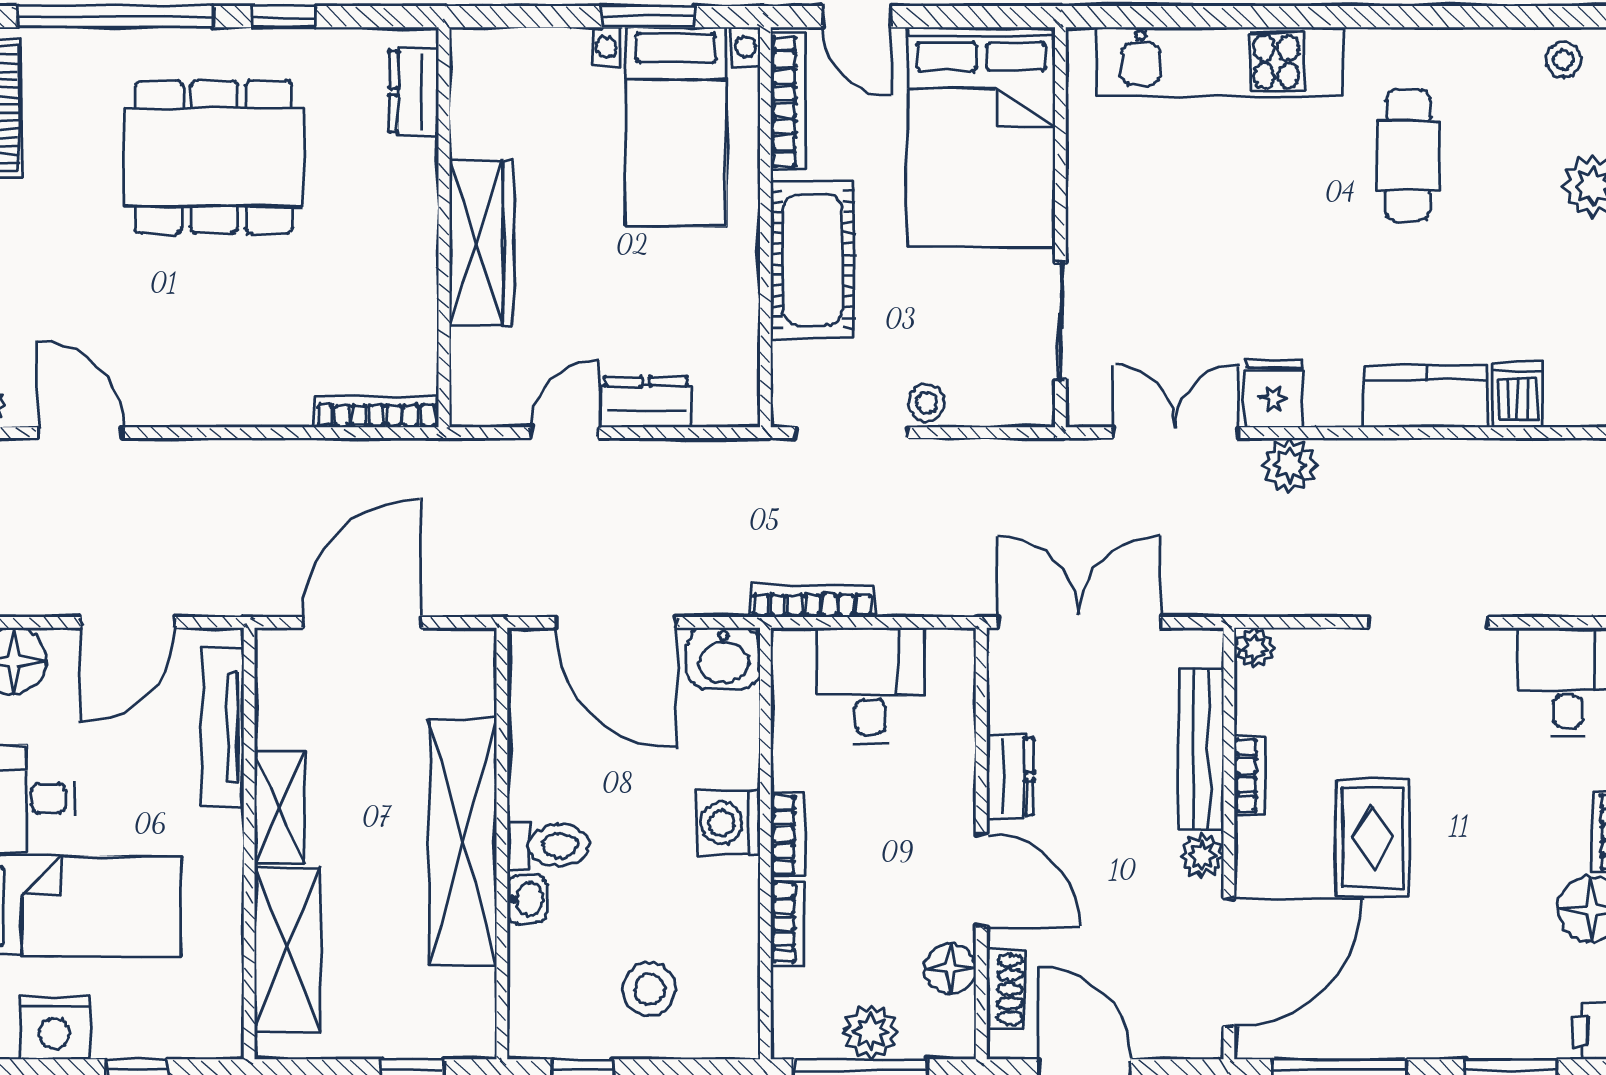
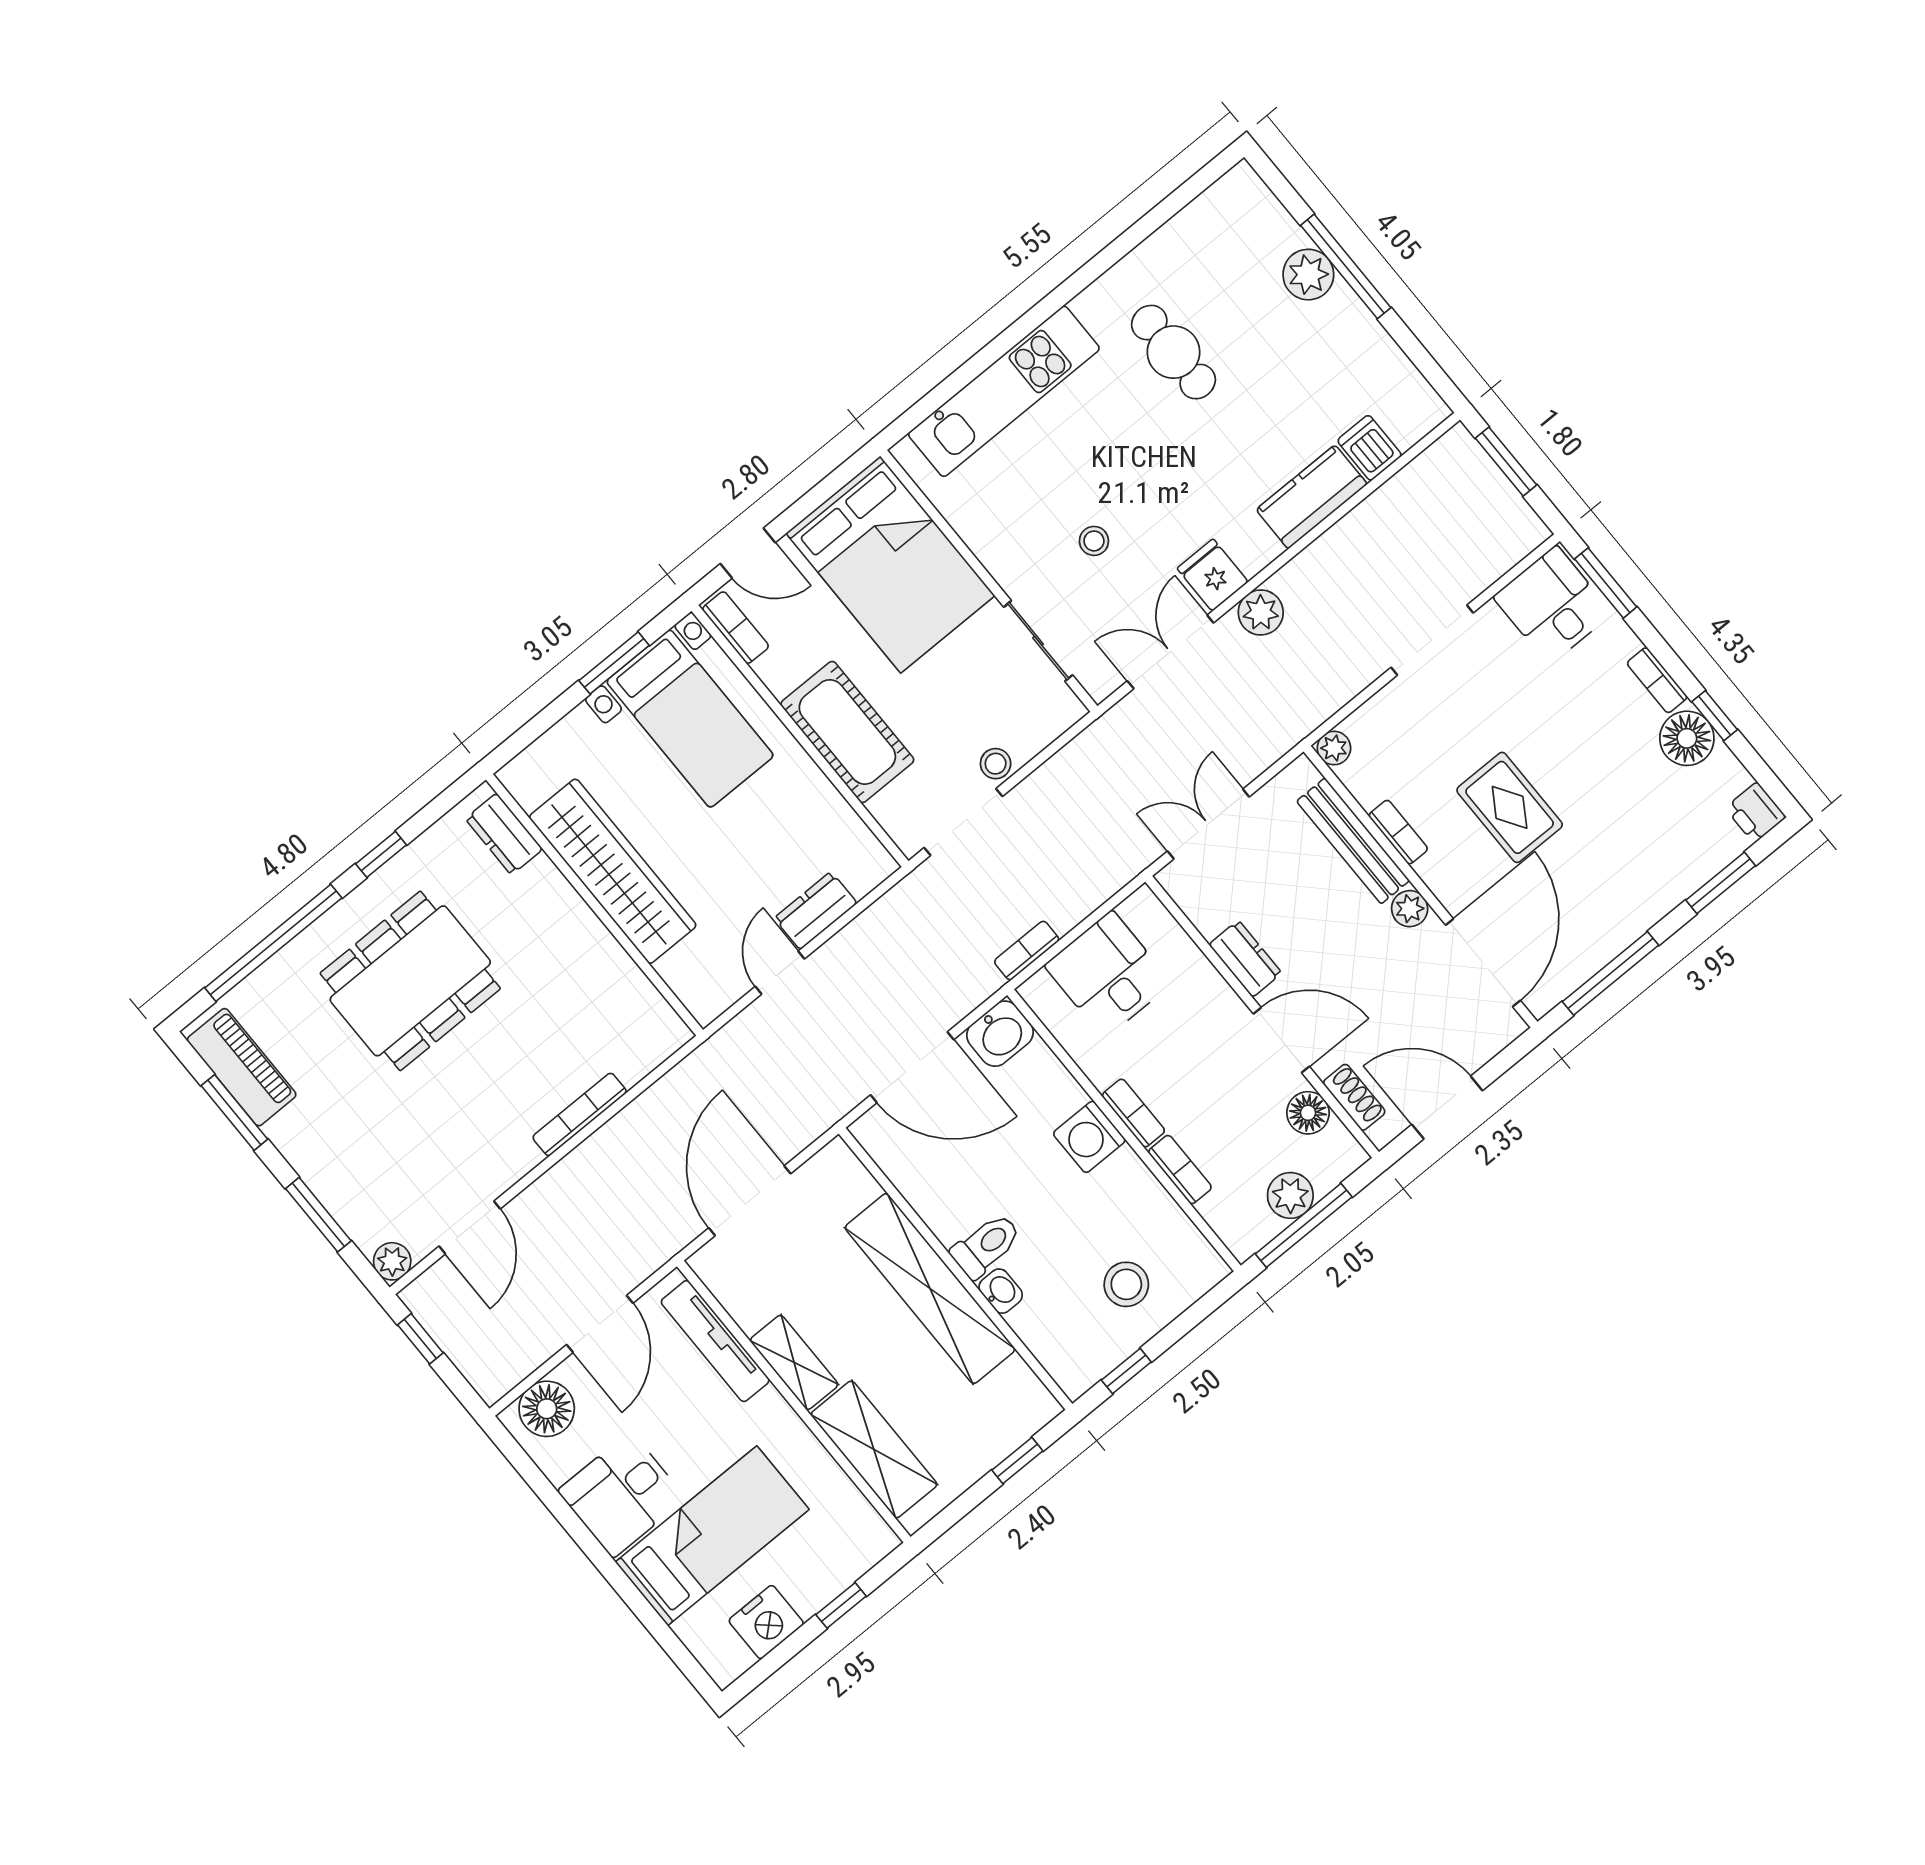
stool: (1563, 60) -> (1094, 541), moved
bookcase: (788, 101) -> (736, 628), width x0.64
wardrobe: (481, 243) -> (613, 871), width x1.40, depth x1.17
bookcase: (376, 411) -> (580, 1114), moved
door: (80, 433) -> (470, 1228), swing flipped
bookcase: (812, 601) -> (1027, 951), width x0.64
double door: (1079, 622) -> (1208, 824), width x0.73

